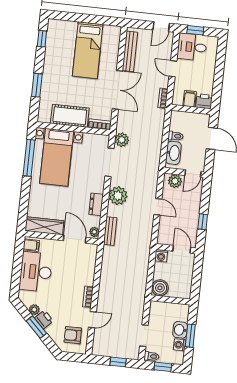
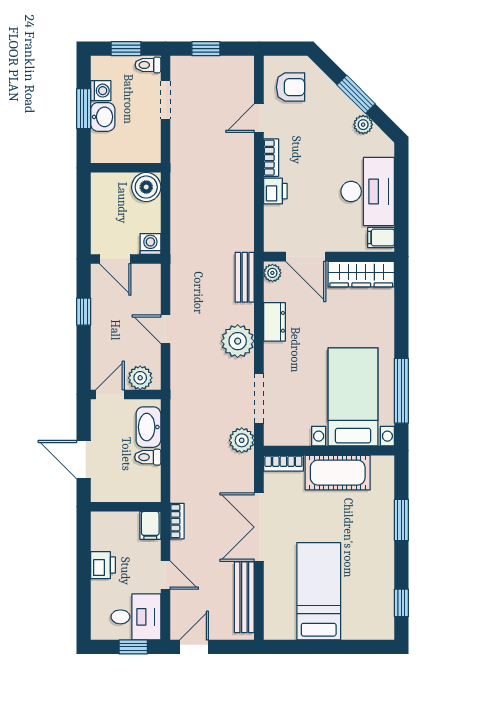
filing cabinet: (190, 99) -> (150, 525), moved
printer: (204, 101) -> (103, 565), moved, turned -90
printer: (44, 319) -> (275, 191), moved, turned -135

